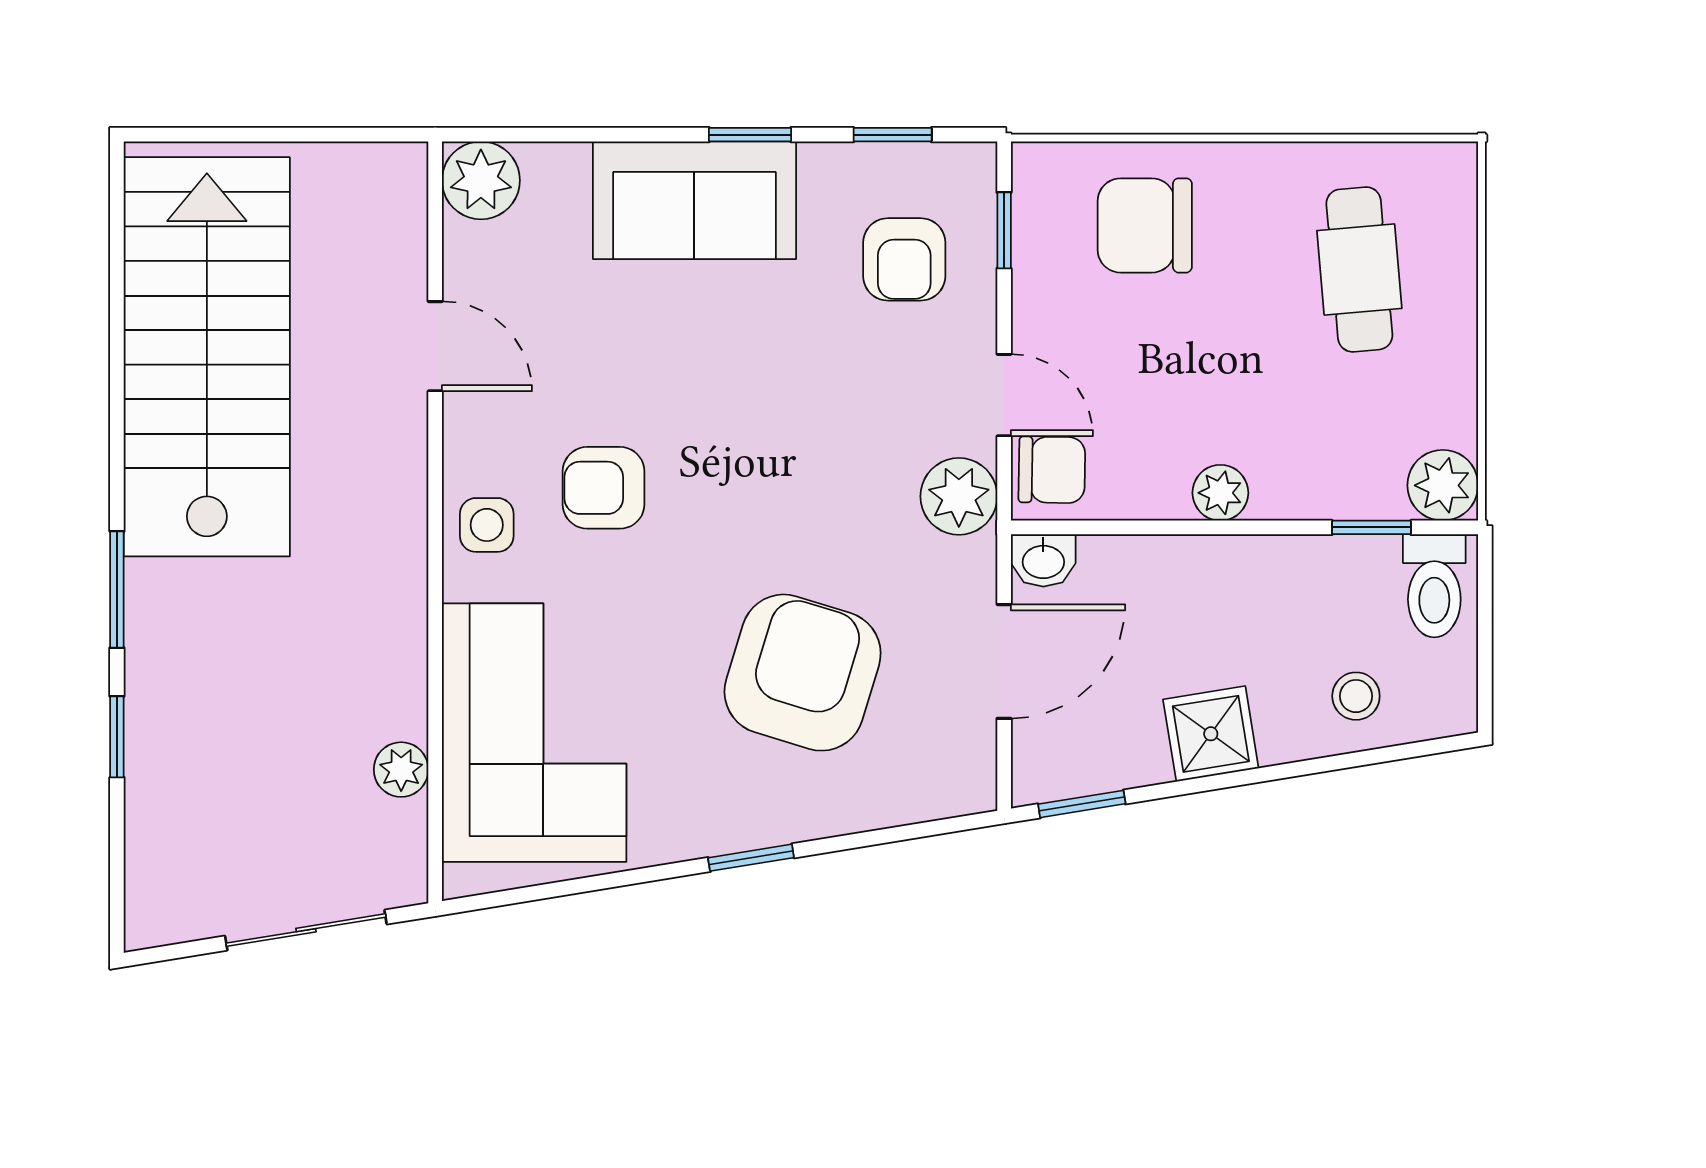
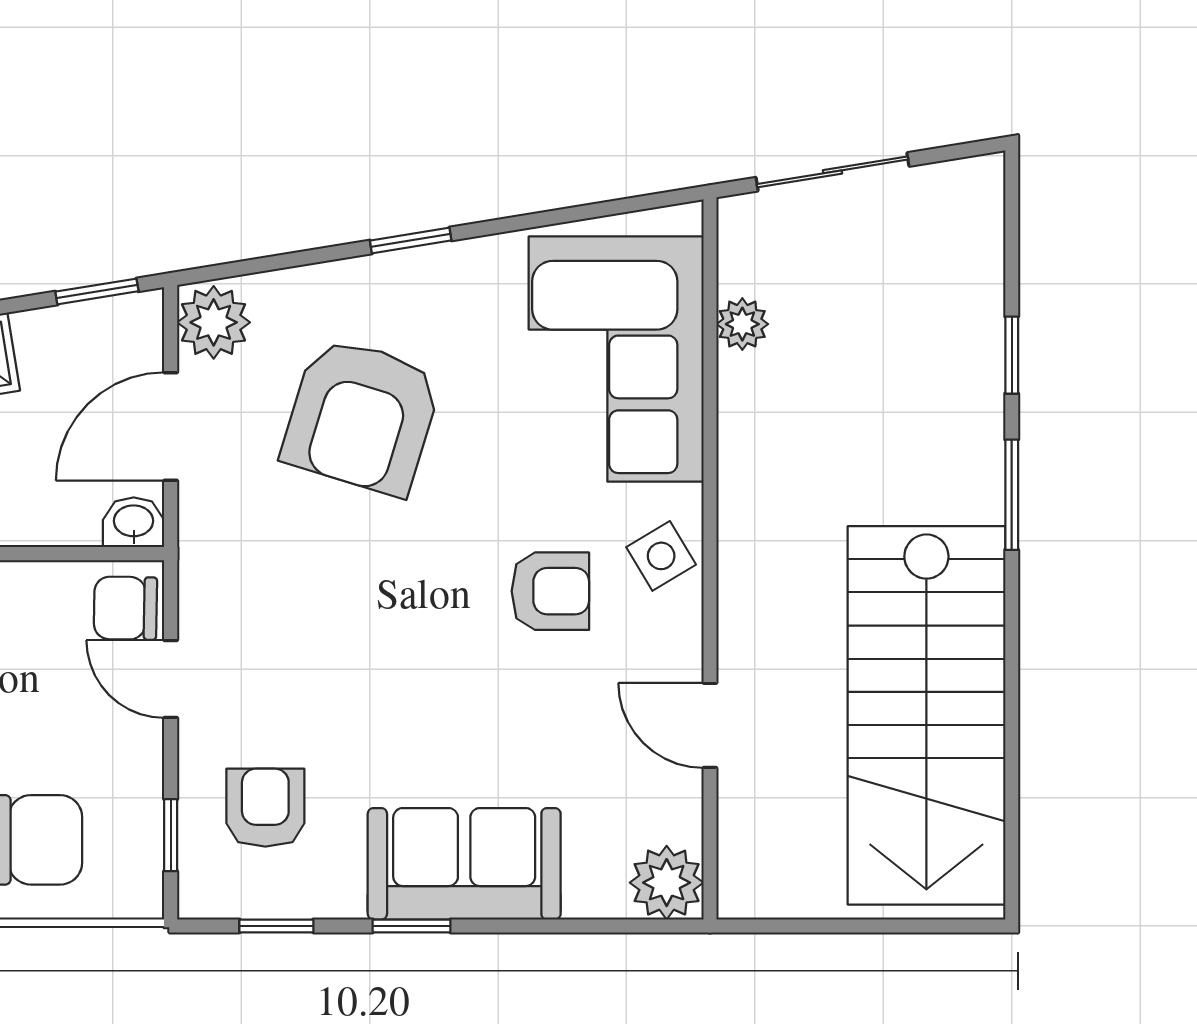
plant: (959, 496) -> (214, 322), moved
side table: (487, 525) -> (661, 556), turned -31

